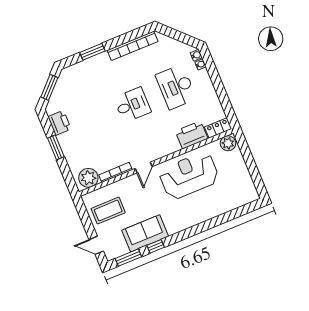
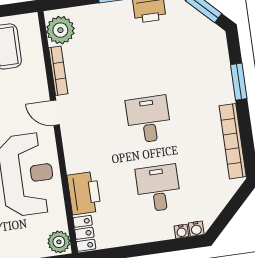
desk: (176, 87) -> (158, 188), width x0.73
desk: (132, 105) -> (148, 119), turned 180

